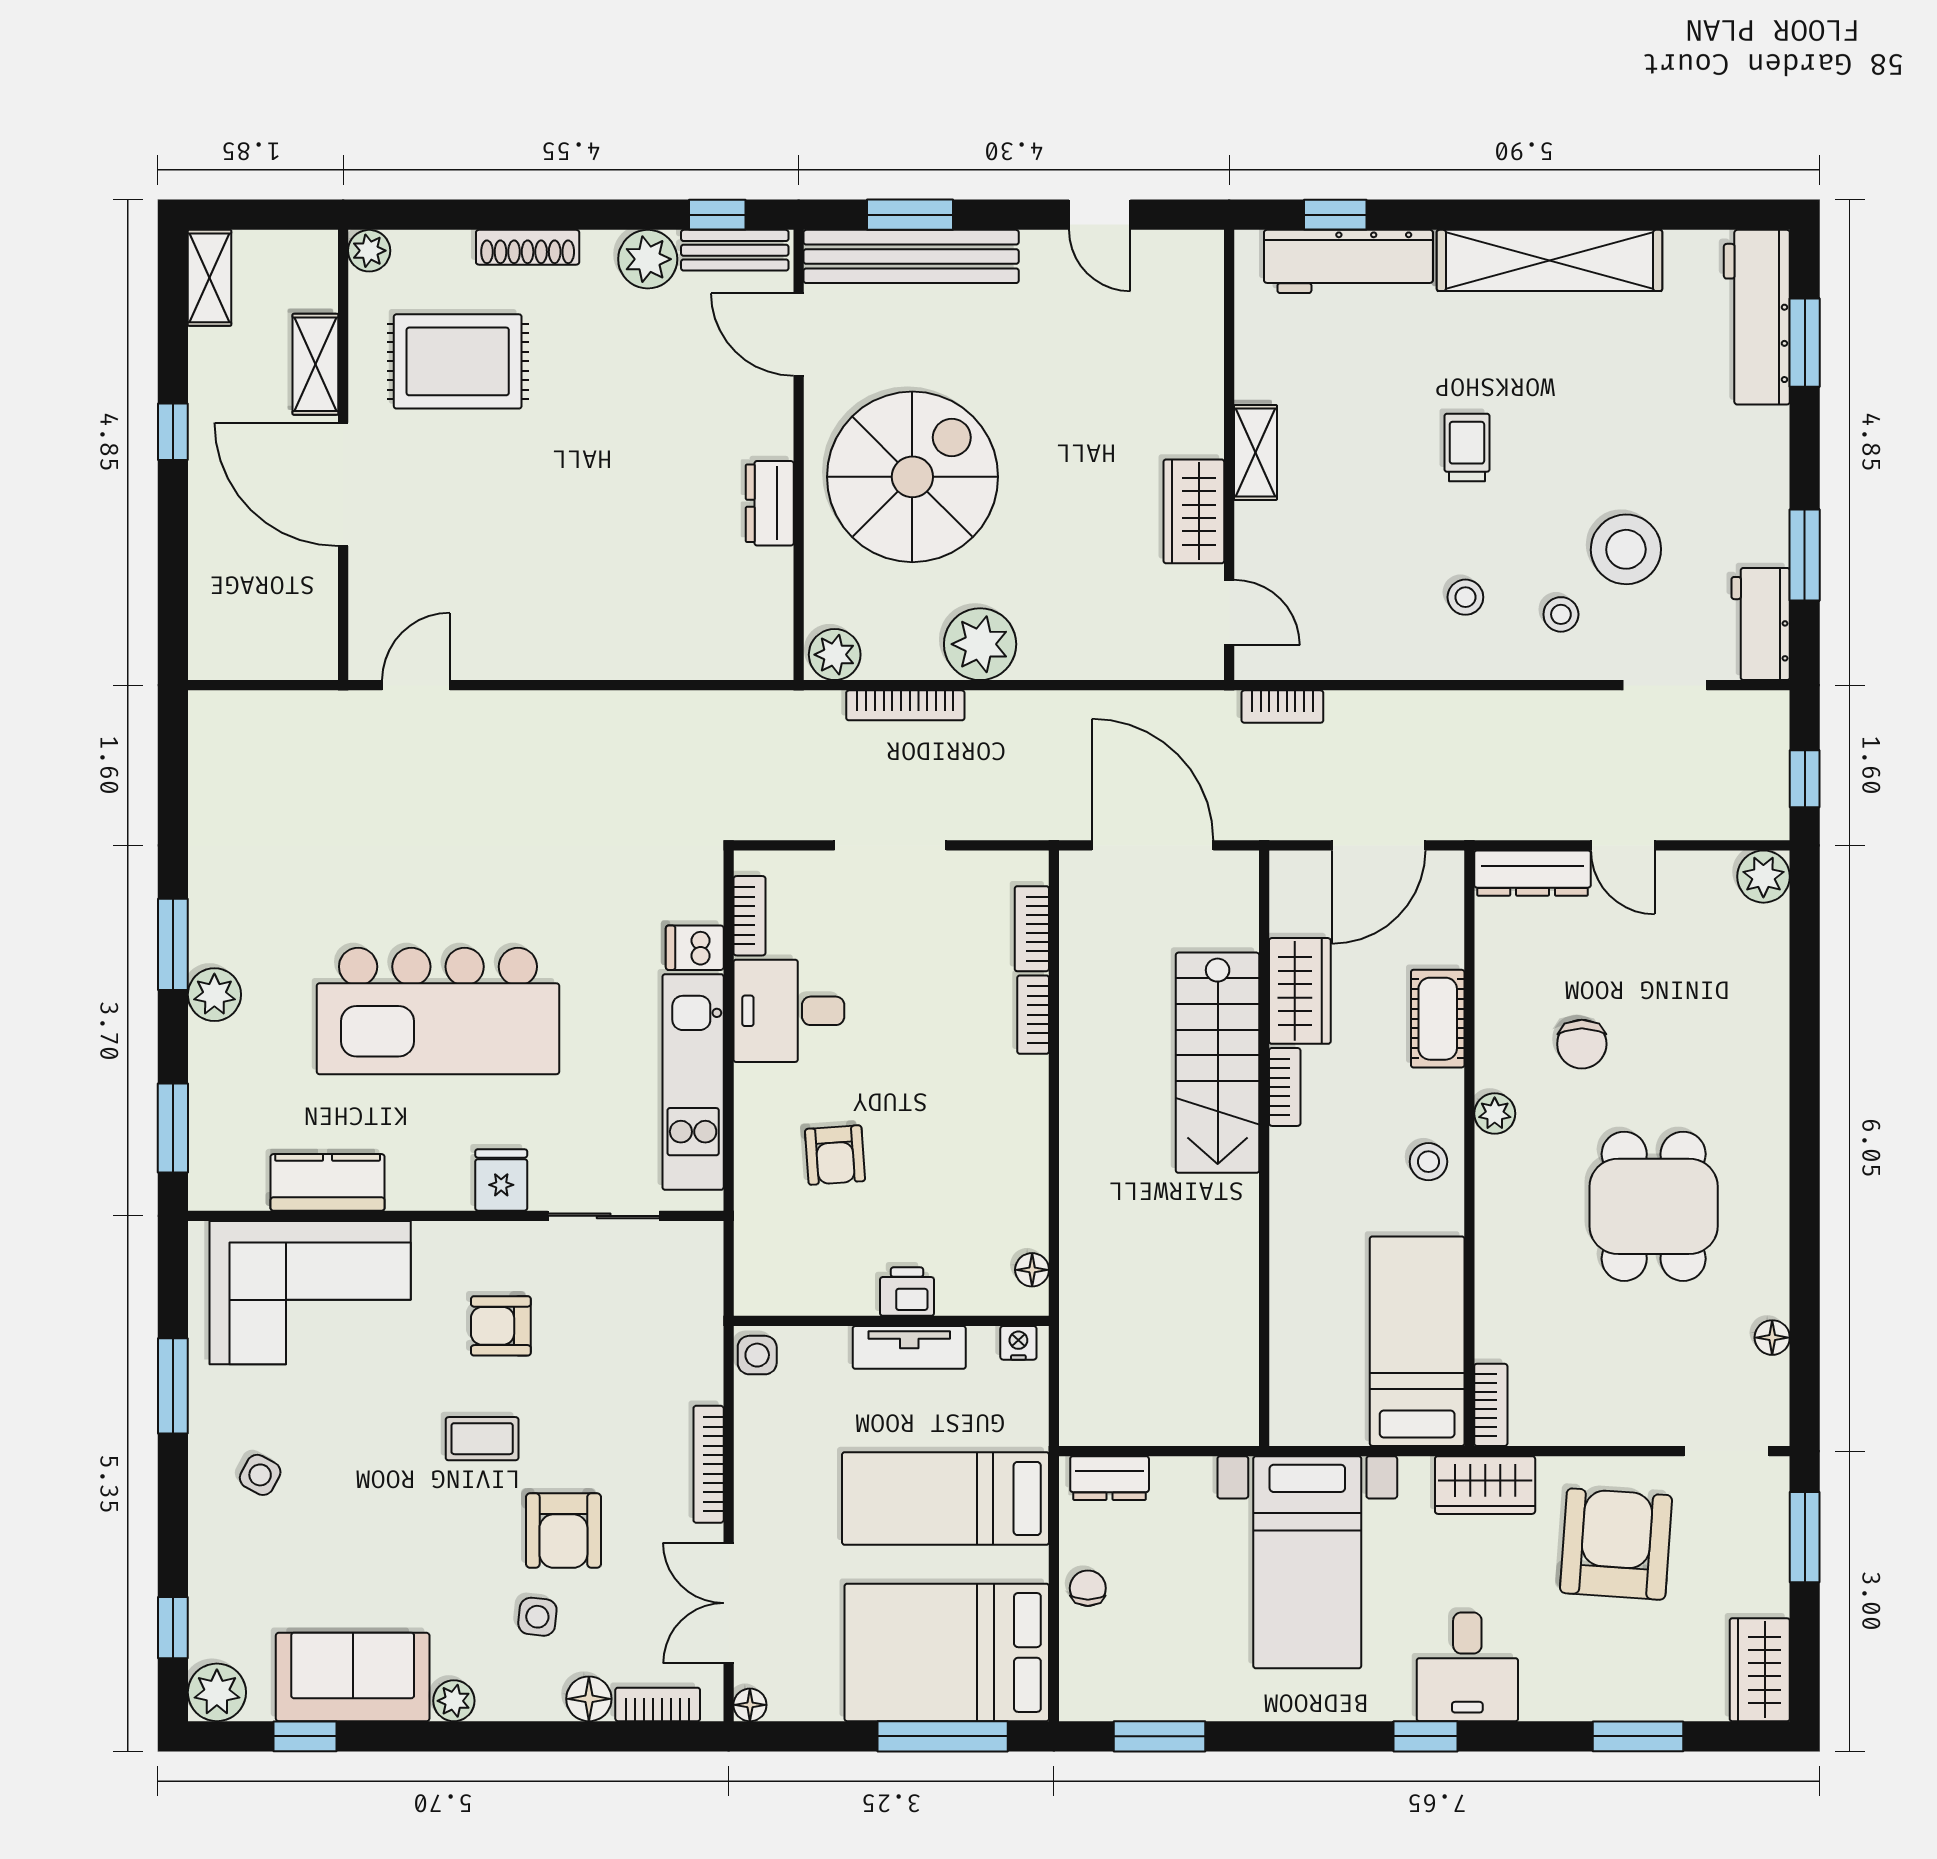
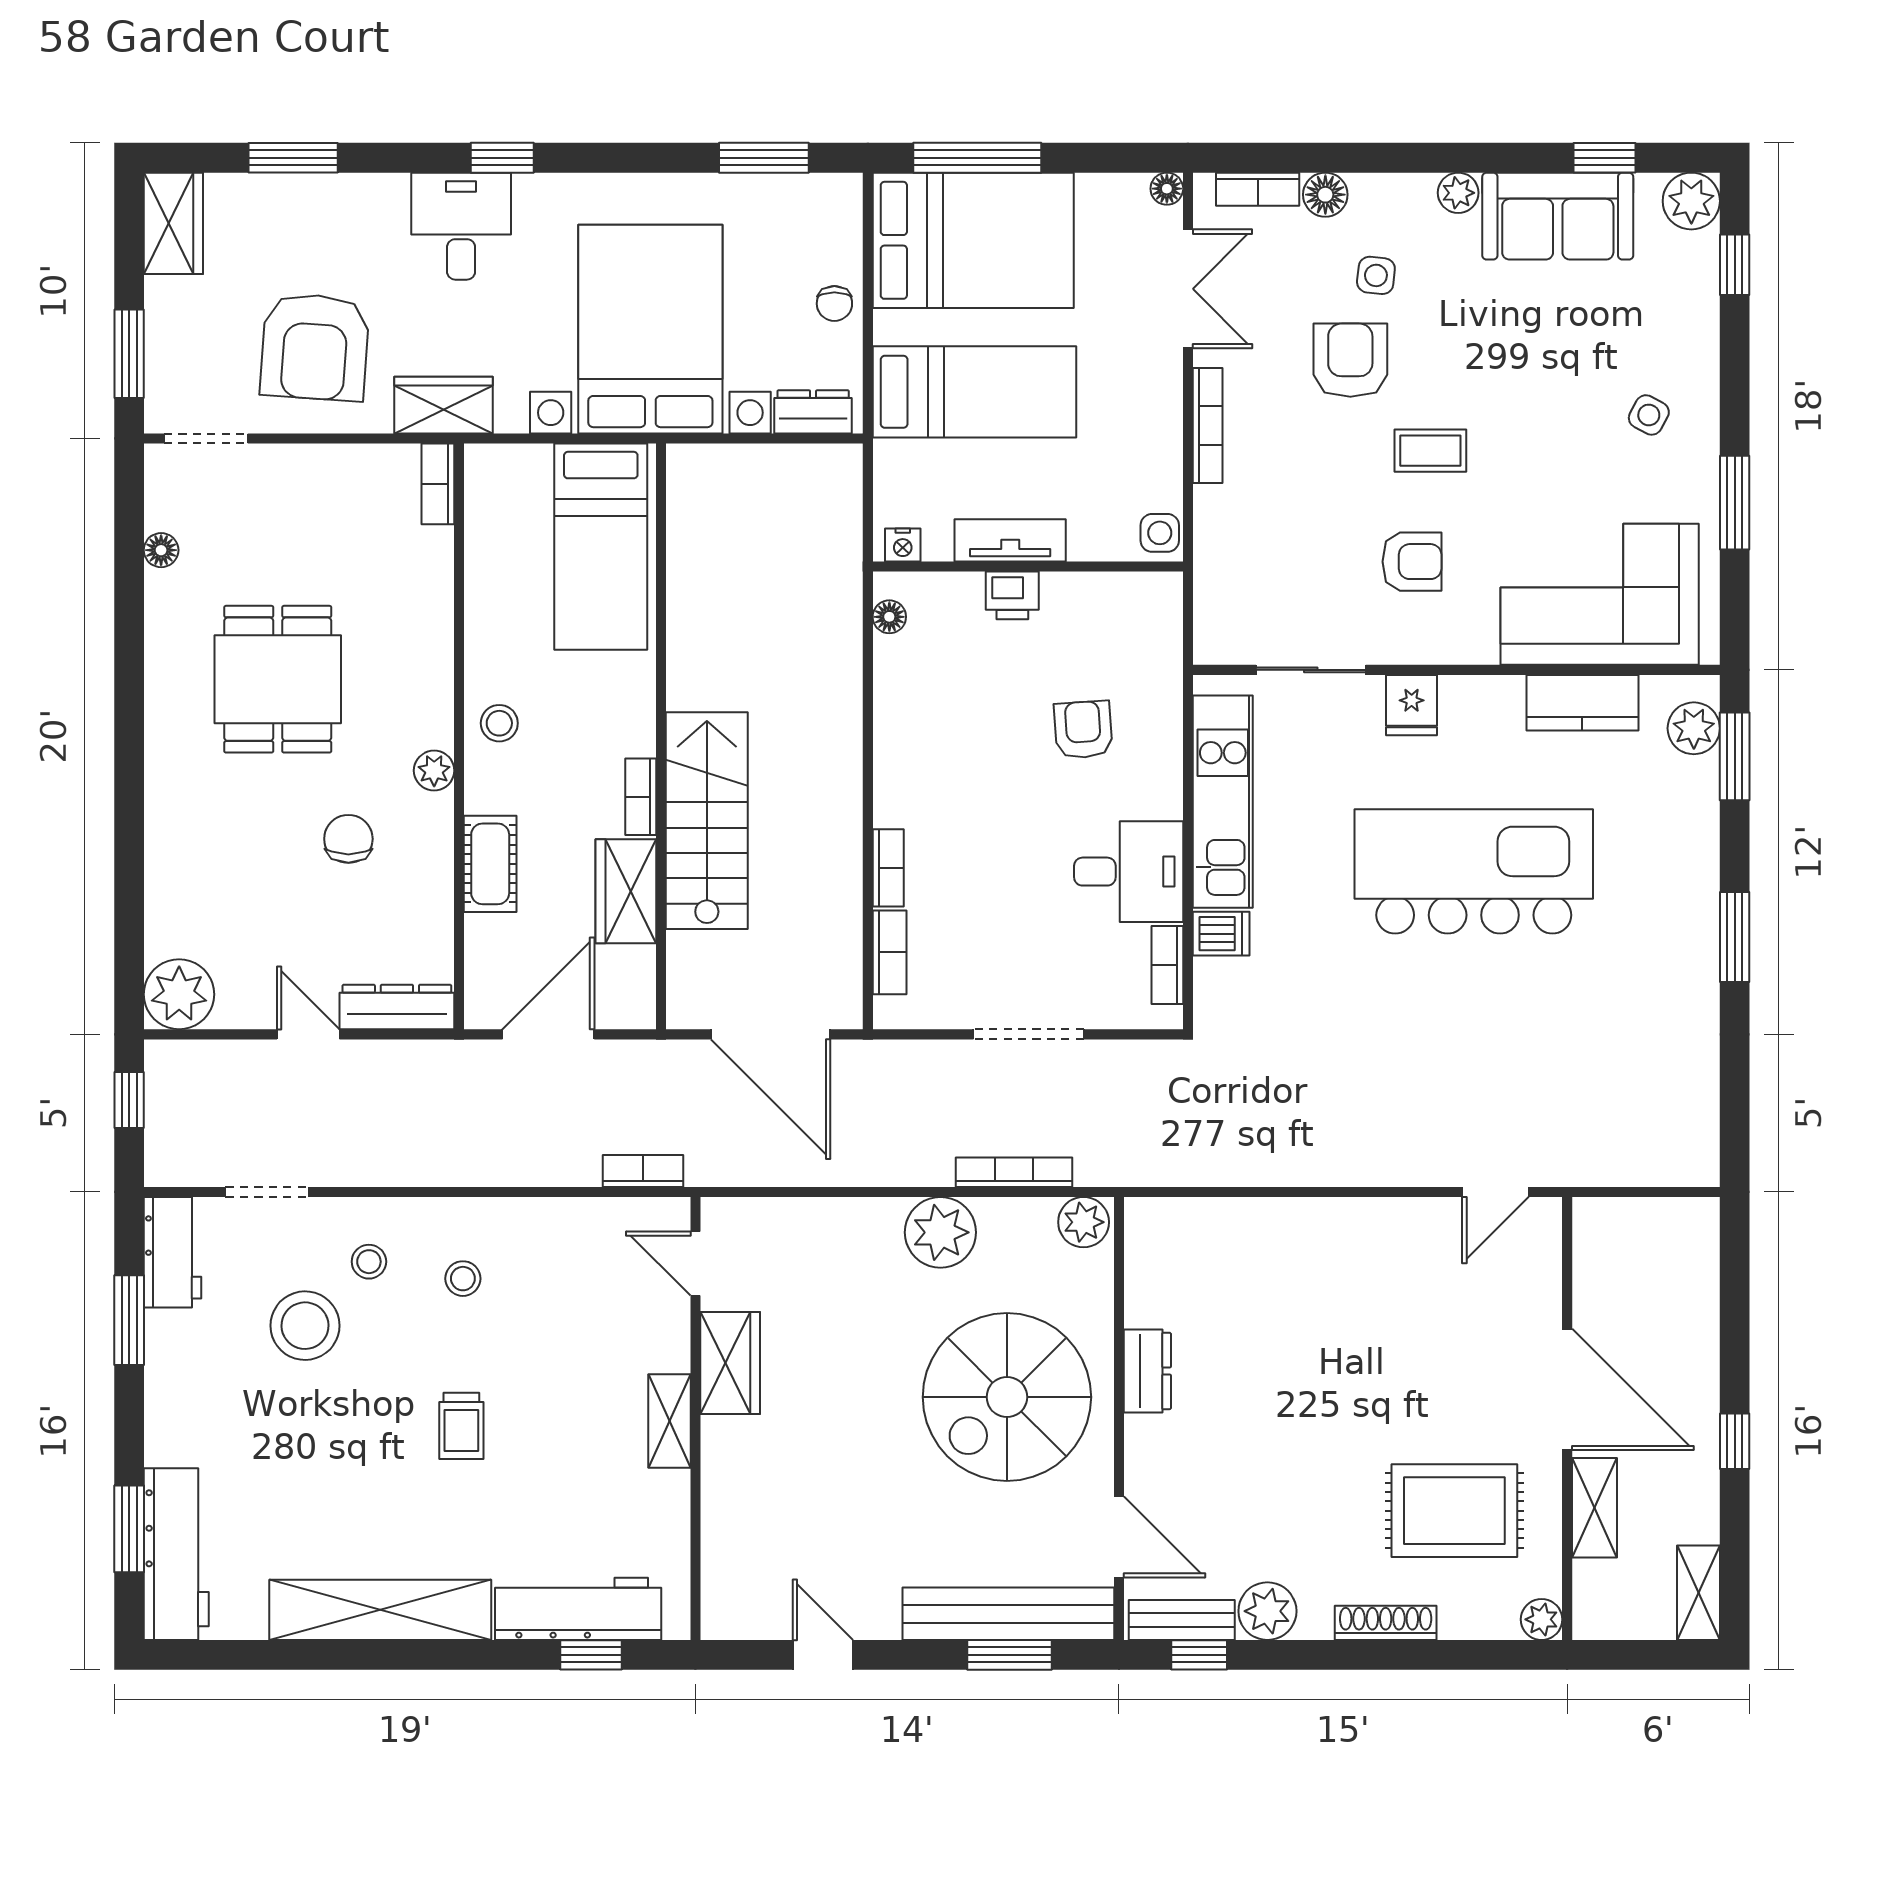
plant: (1763, 877) -> (179, 994), width x1.36, depth x1.36
plant: (214, 995) -> (1694, 728), moved
bed: (1417, 1341) -> (601, 547), moved
bed with nightstands: (1307, 1562) -> (650, 329), width x1.36

